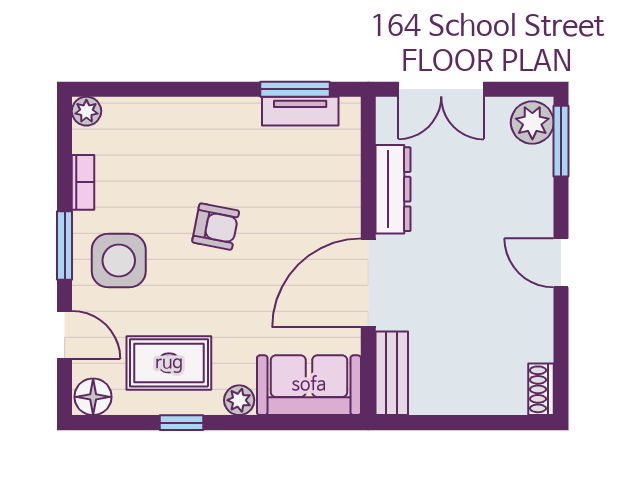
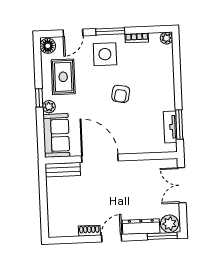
dresser: (393, 189) -> (141, 227), moved, turned 180
shoe rack: (541, 389) -> (89, 231), moved
window: (182, 423) -> (39, 98), moved

